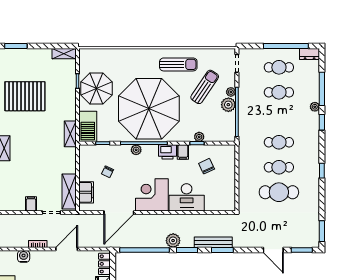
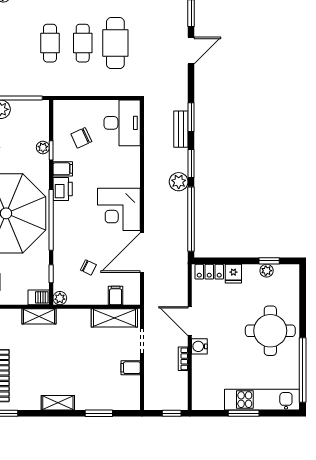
barbecue: (88, 126) -> (39, 297), width x0.53, depth x0.65
plant: (136, 150) -> (60, 298), moved
filing cabinet: (86, 192) -> (116, 296), width x0.50
desk: (187, 197) -> (122, 123), moved
door: (119, 213) -> (142, 253), swing flipped
bench: (213, 242) -> (181, 129), width x0.73
water cooler: (24, 256) -> (199, 346), moved

